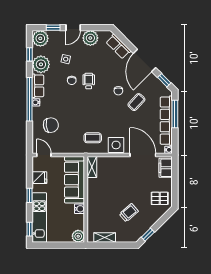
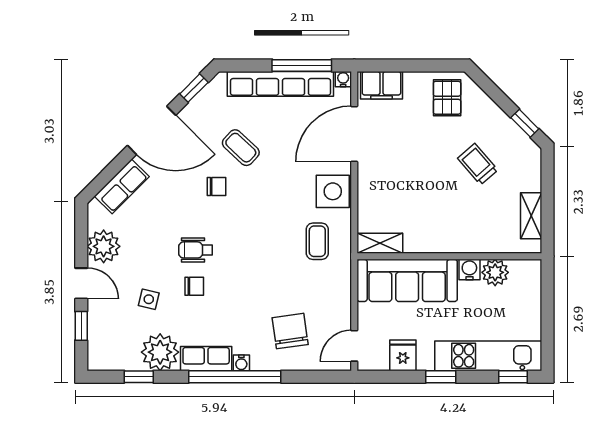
plant: (40, 38) -> (104, 354), removed
window: (175, 114) -> (302, 65), moved
plant: (78, 236) -> (495, 272), moved

